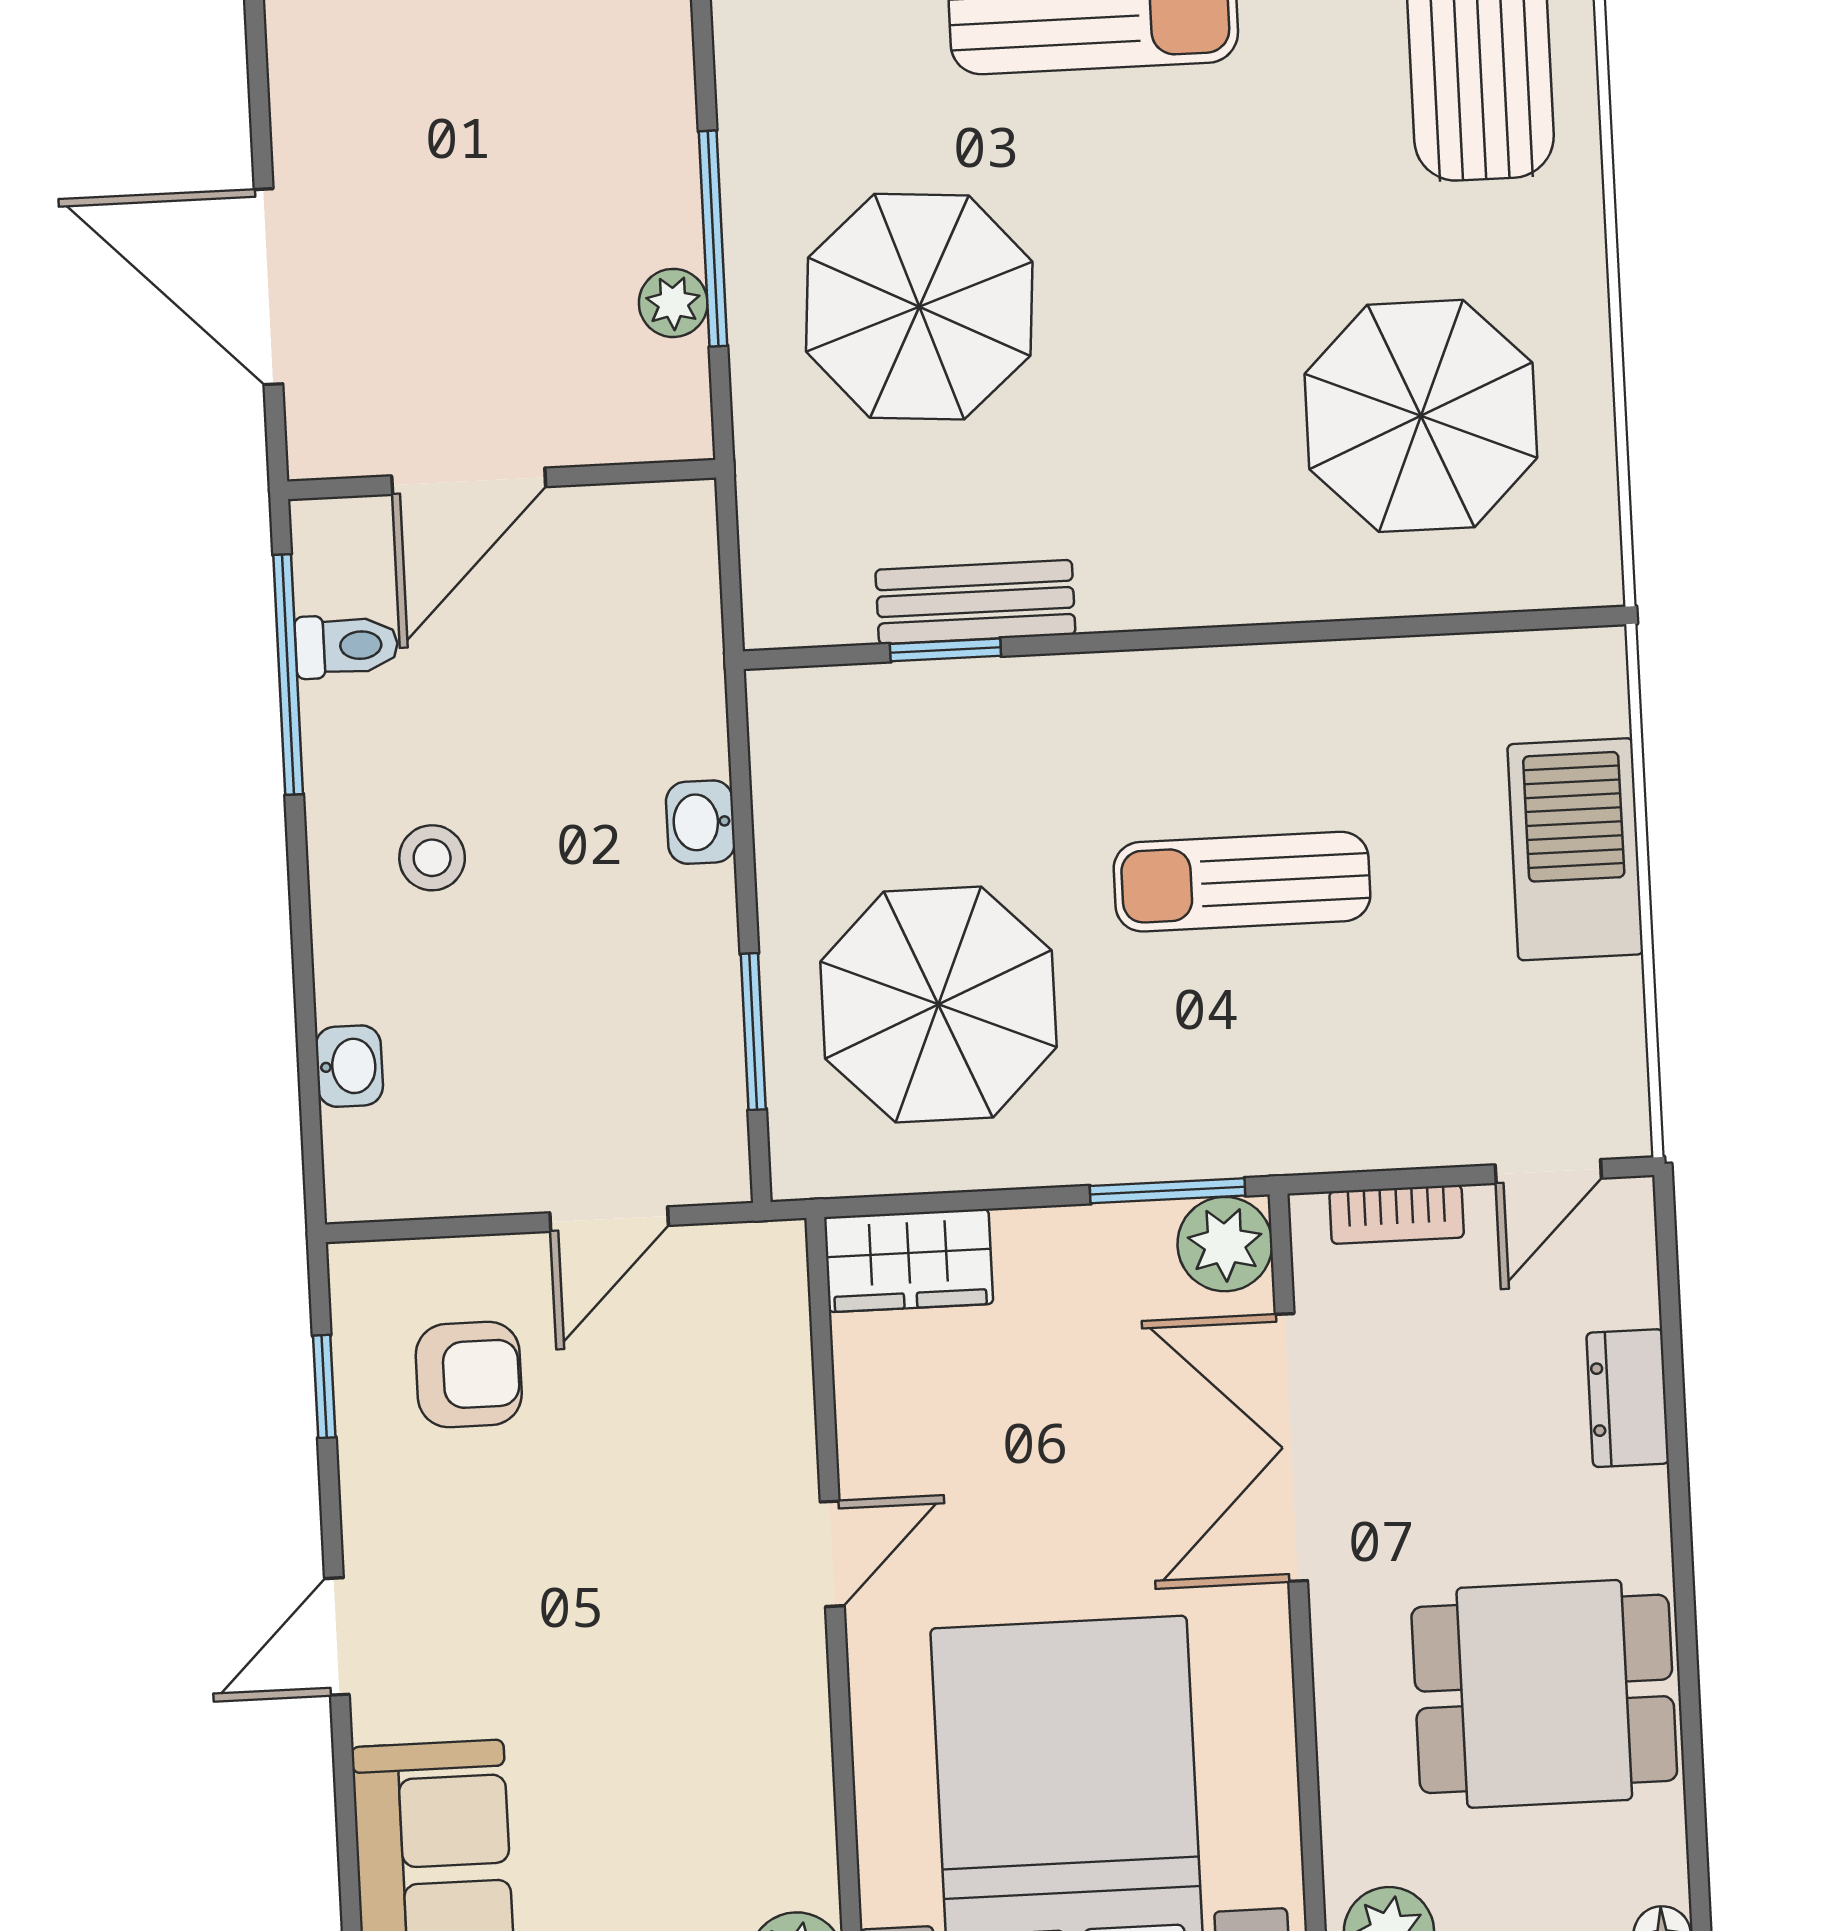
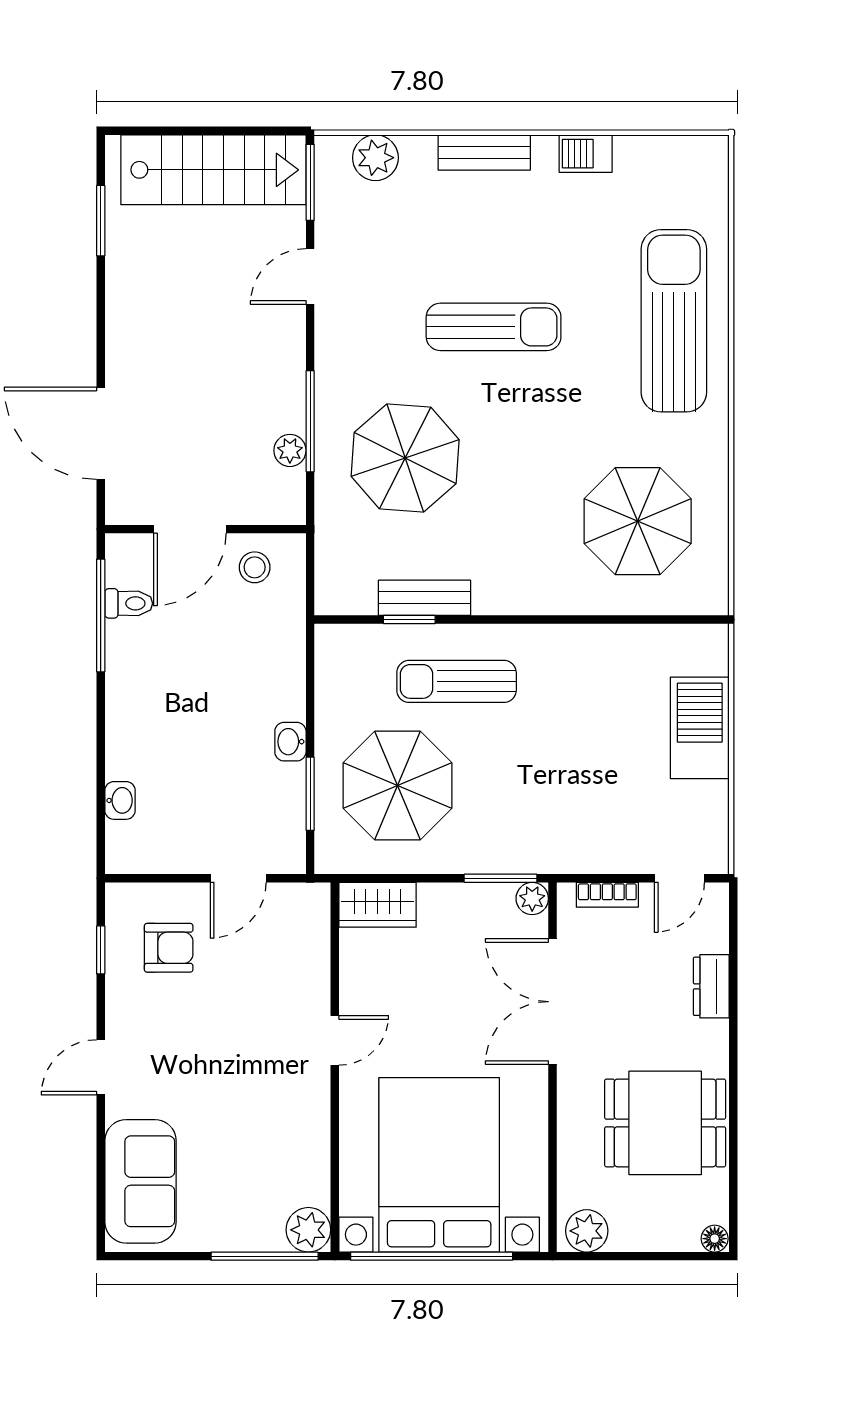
washbasin: (700, 822) -> (290, 742), moved
stool: (432, 858) -> (255, 567), moved
sun lounger: (1242, 882) -> (457, 681), moved
plant: (1225, 1244) -> (532, 899), width x0.73, depth x0.73

